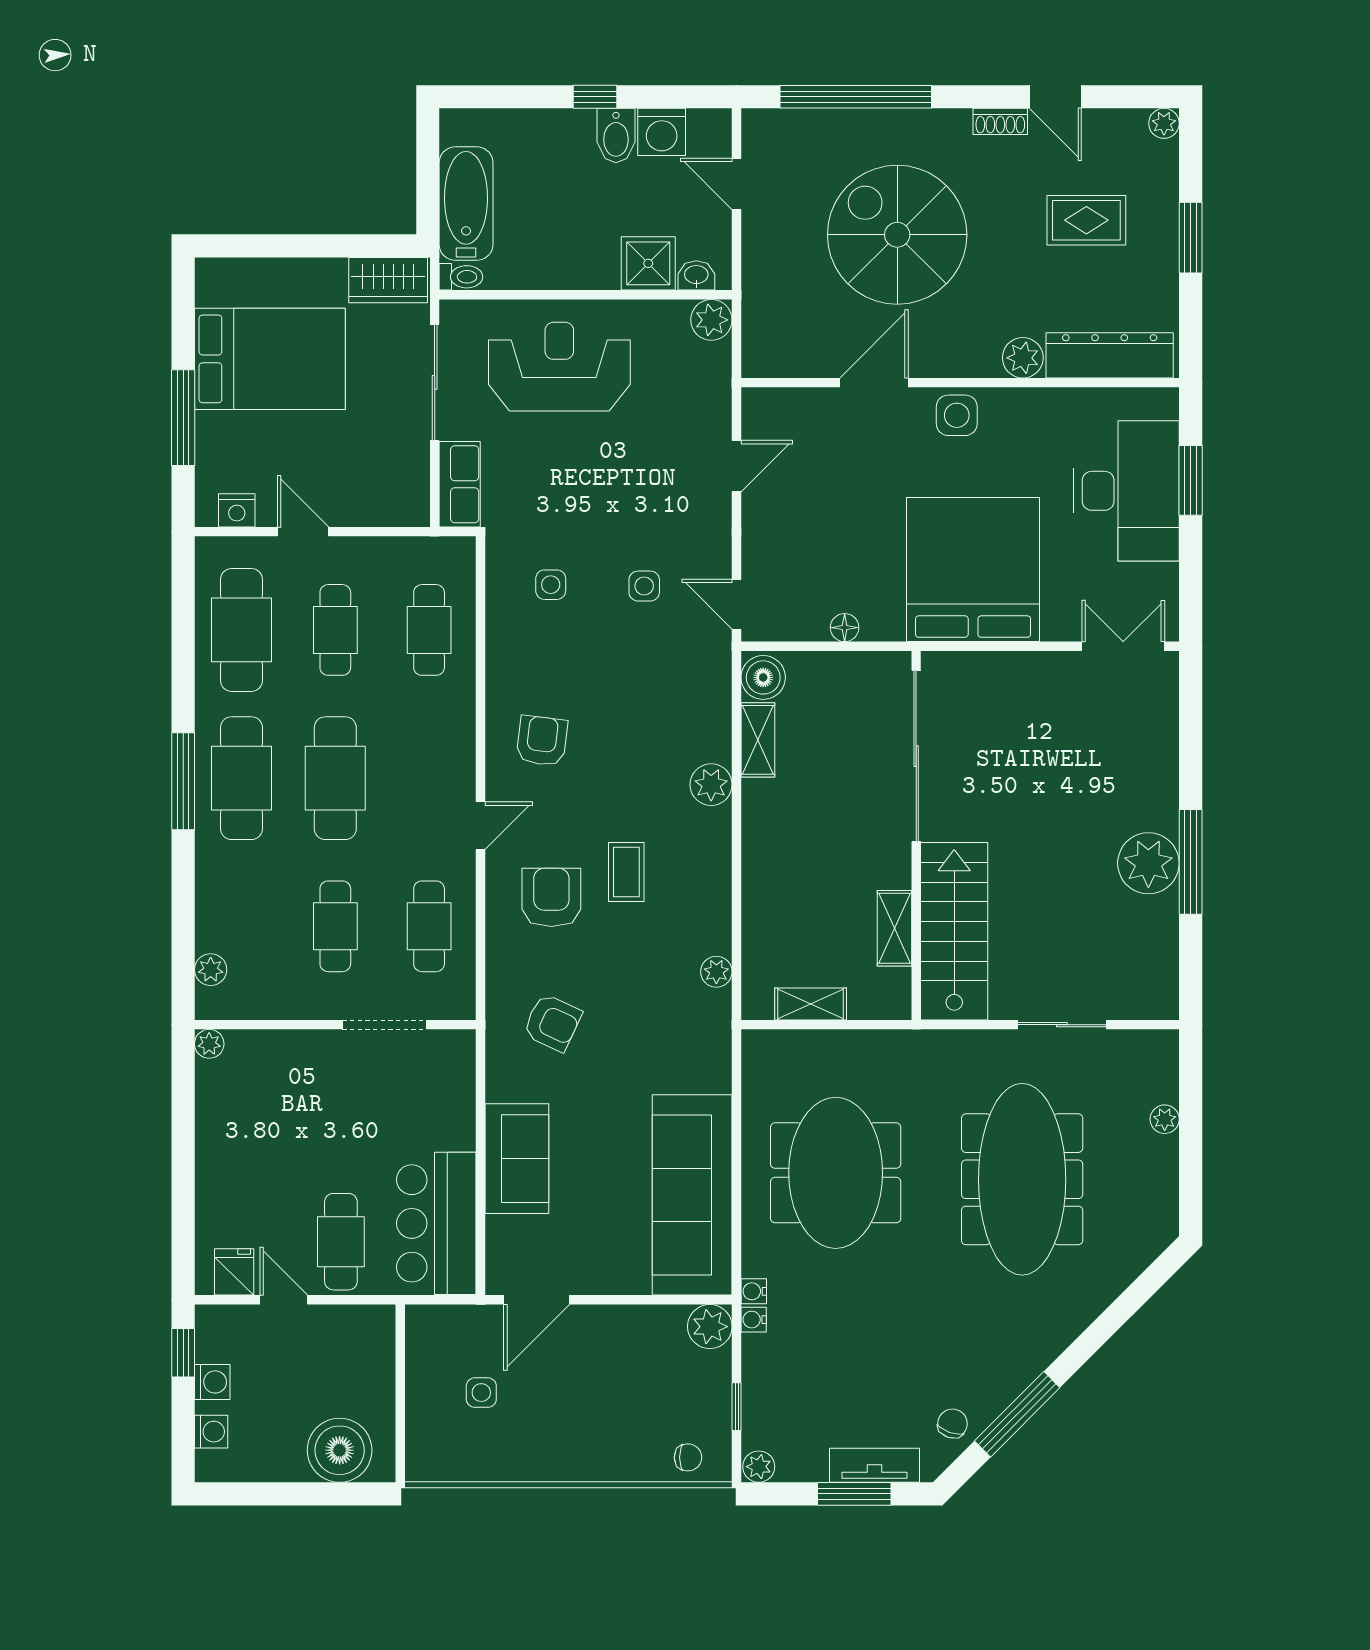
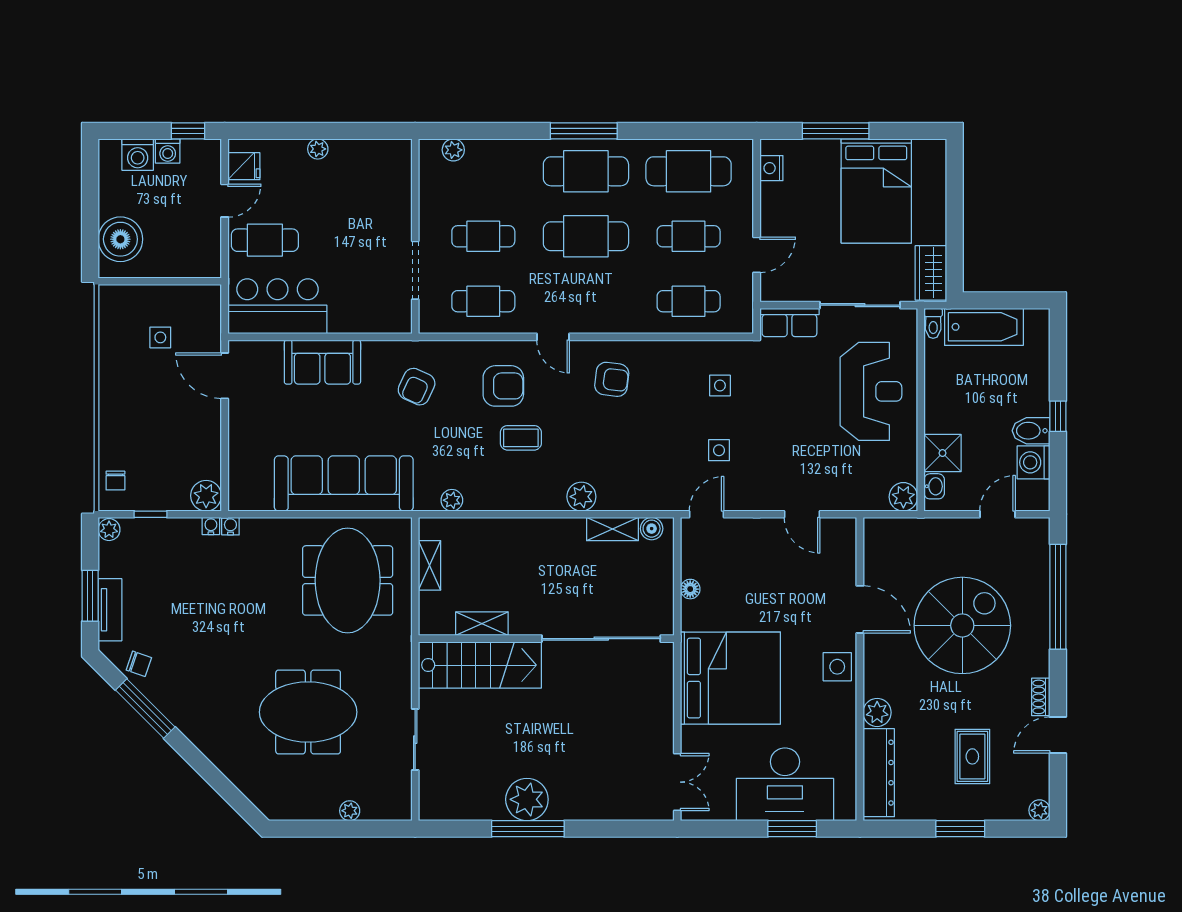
door: (303, 532) -> (757, 255), moved
boiler: (763, 677) -> (652, 529), width x0.73, depth x0.73
plant: (209, 1044) -> (318, 149), moved
meeting table: (836, 1173) -> (348, 580), moved, turned 90
meeting table: (1022, 1179) -> (308, 712), width x0.73
sofa: (692, 1195) -> (344, 483), moved
washing machine: (211, 1432) -> (138, 155), width x1.38, depth x1.38

